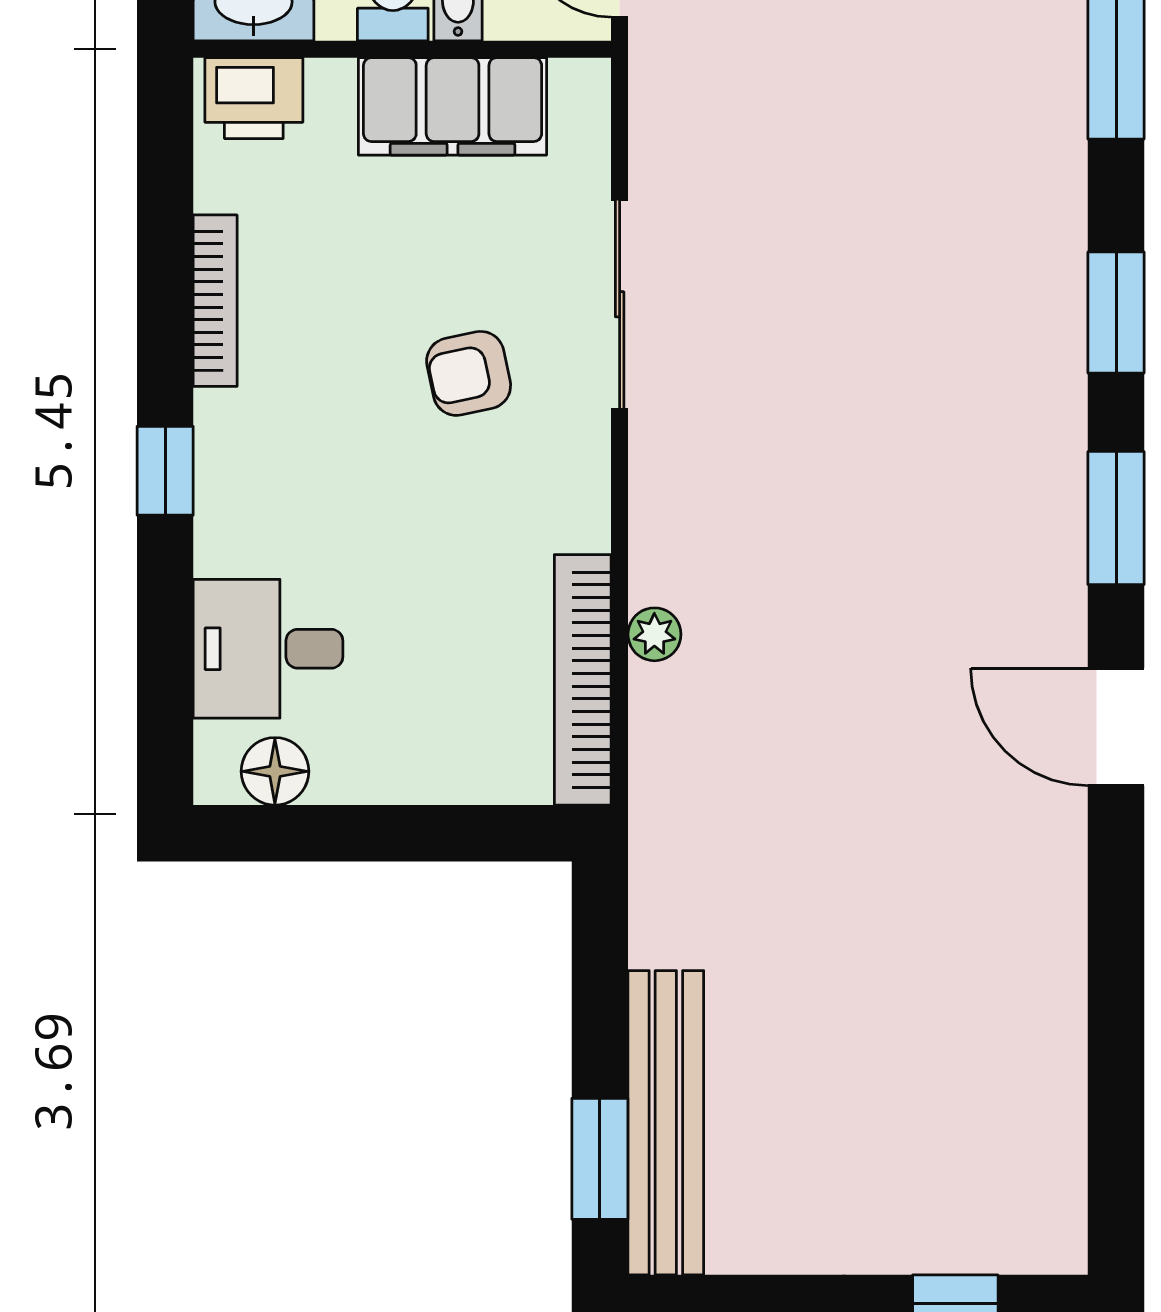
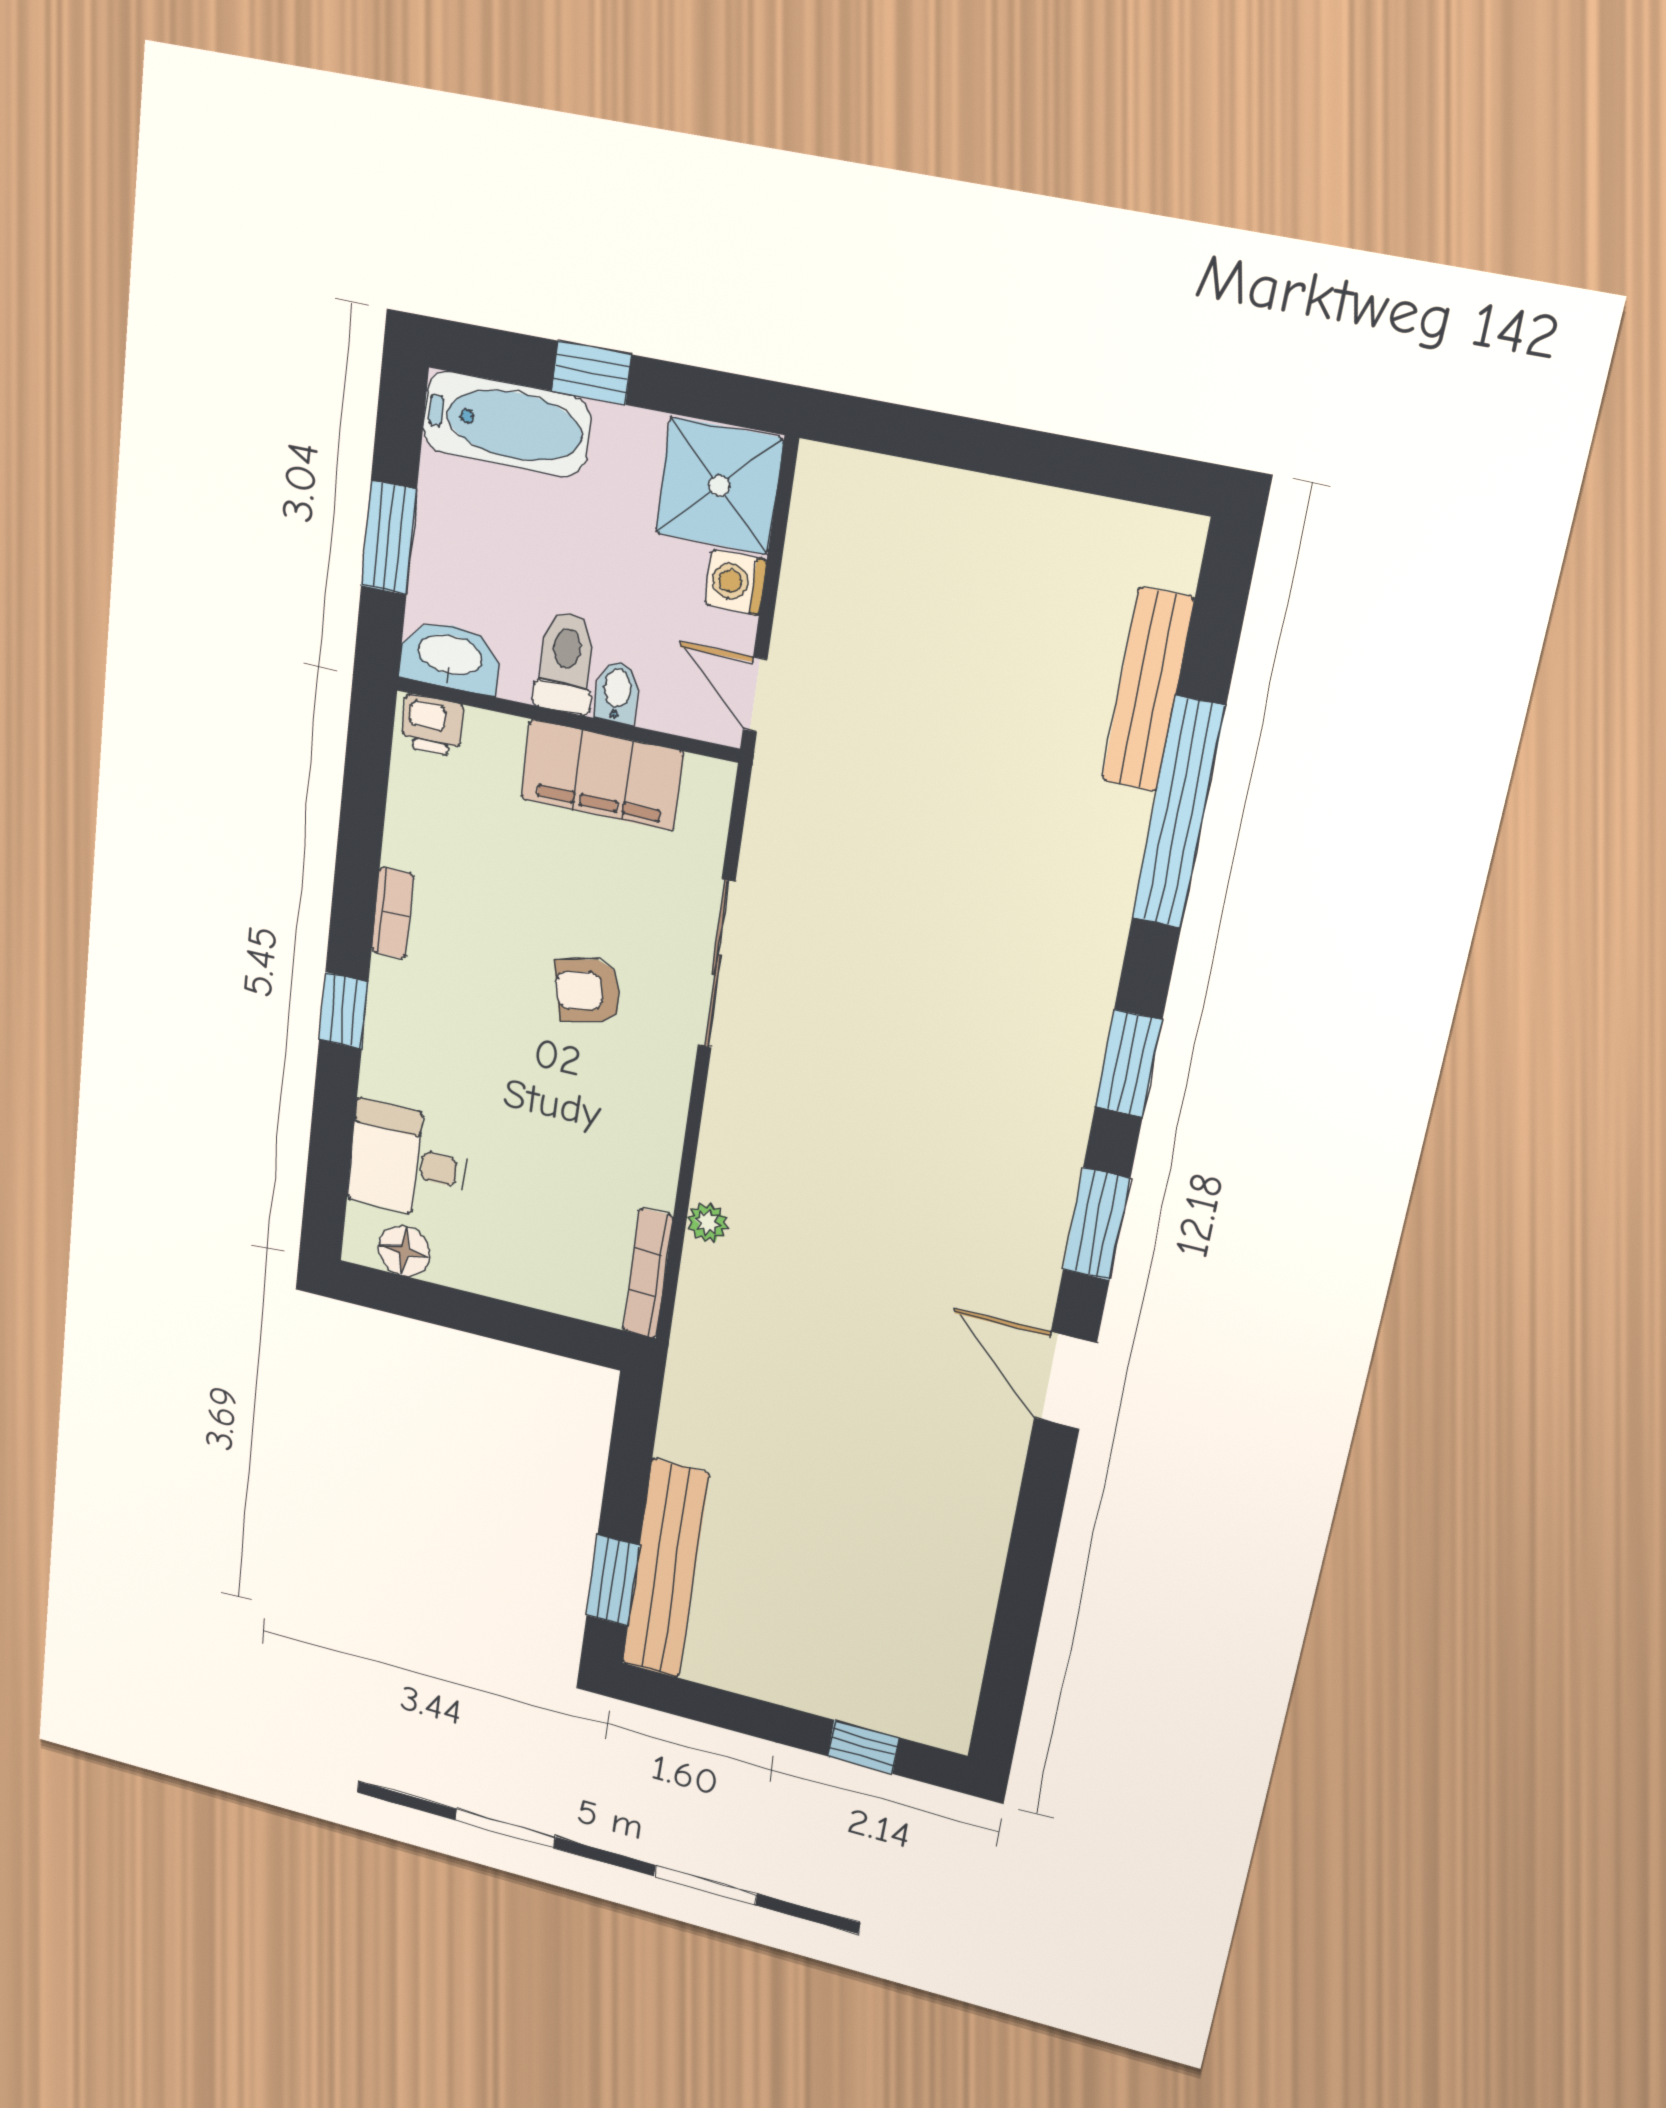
printer: (254, 98) -> (432, 725), width x0.73, depth x0.81
bookcase: (215, 301) -> (392, 913), width x0.64
bookcase: (583, 680) -> (648, 1273), width x0.68, depth x0.76

